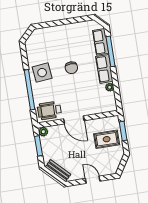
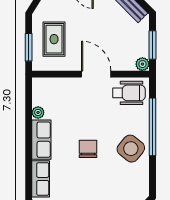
window: (111, 51) -> (29, 163), removed
side table: (42, 73) -> (131, 149), turned 45
rug: (107, 139) -> (54, 39), turned 90

